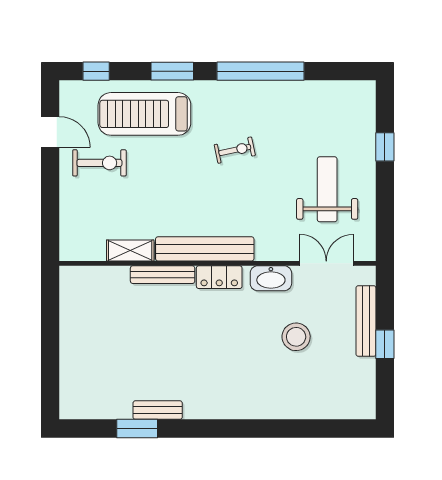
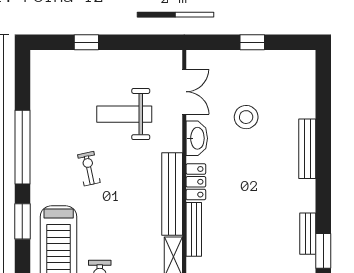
weight bench: (327, 189) -> (124, 114), moved
double door: (326, 263) -> (184, 92), swing flipped
bench: (366, 321) -> (307, 149), moved, turned 90

